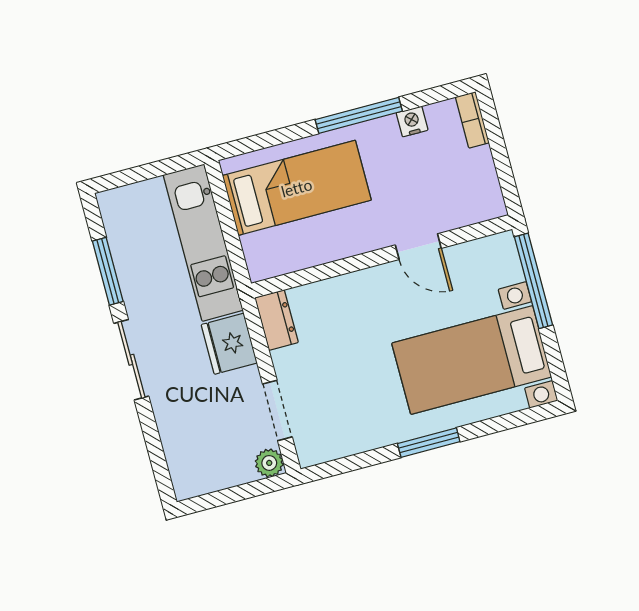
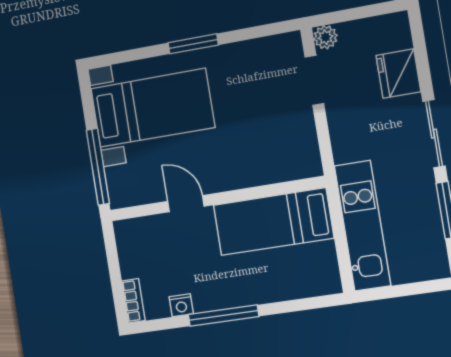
bed: (297, 188) -> (273, 222), moved
dresser: (277, 320) -> (307, 155), removed
fridge: (229, 344) -> (398, 74), moved, turned 180

